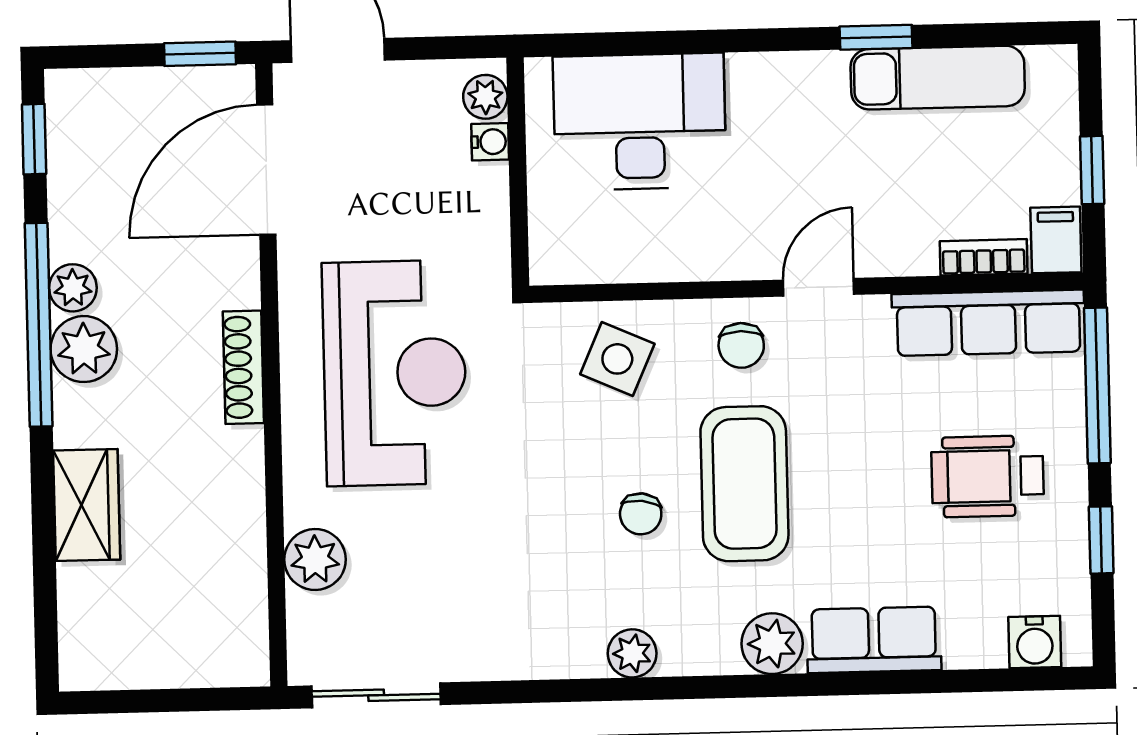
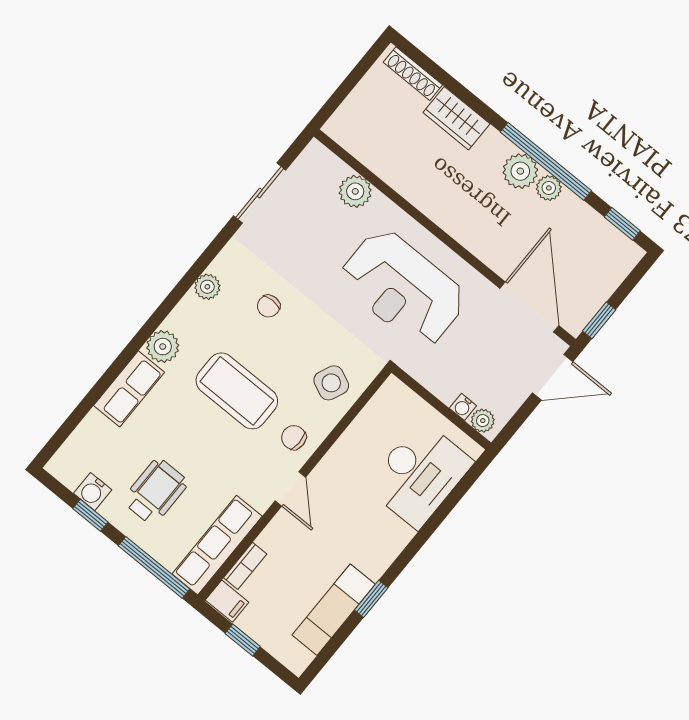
shoe rack: (243, 367) -> (413, 74), moved, turned 180
chair: (641, 514) -> (269, 306), moved, turned -97
water cooler: (1035, 642) -> (93, 492), moved, turned -90
sliding door: (376, 695) -> (260, 193), moved

